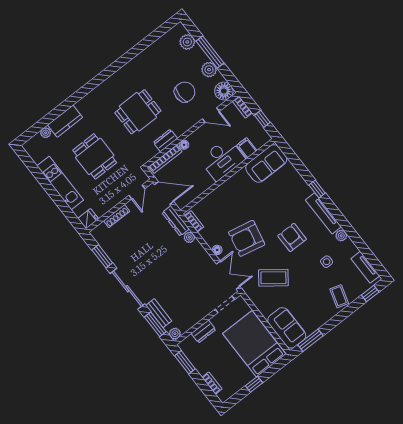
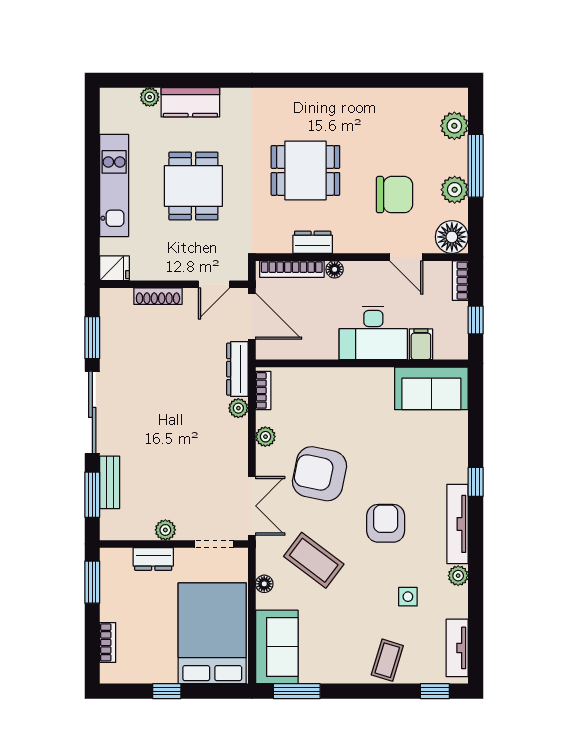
plant: (211, 241) -> (265, 437), added
floor lamp: (217, 250) -> (264, 584), moved
plant: (175, 334) -> (165, 530), moved

